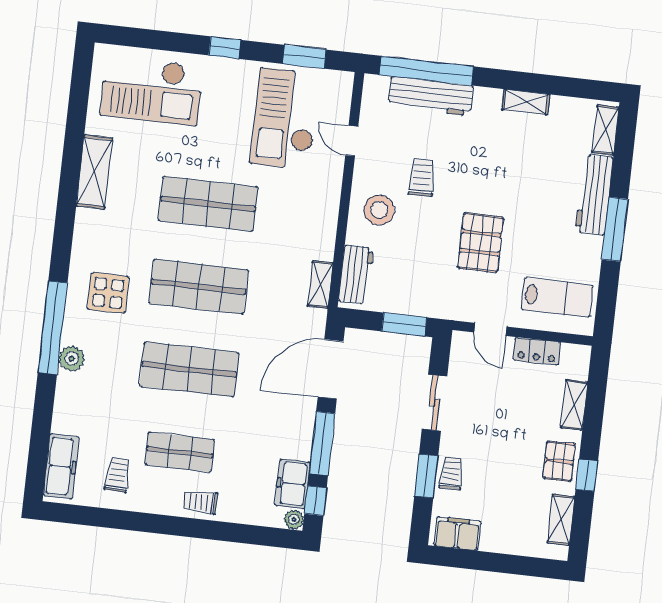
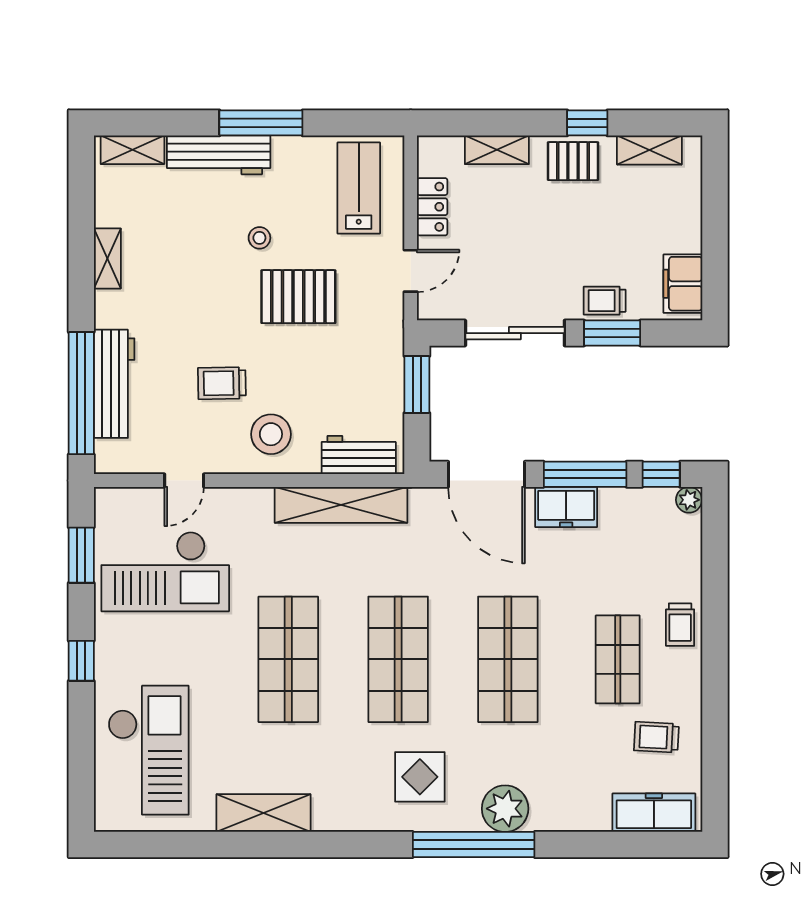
stool: (528, 218) -> (259, 238), added
shelving: (320, 284) -> (341, 505), width x2.20, depth x1.33
plant: (72, 359) -> (505, 809), width x1.36, depth x1.36
sliding door: (435, 403) -> (515, 333), width x1.37
freezer: (292, 484) -> (566, 507), moved

